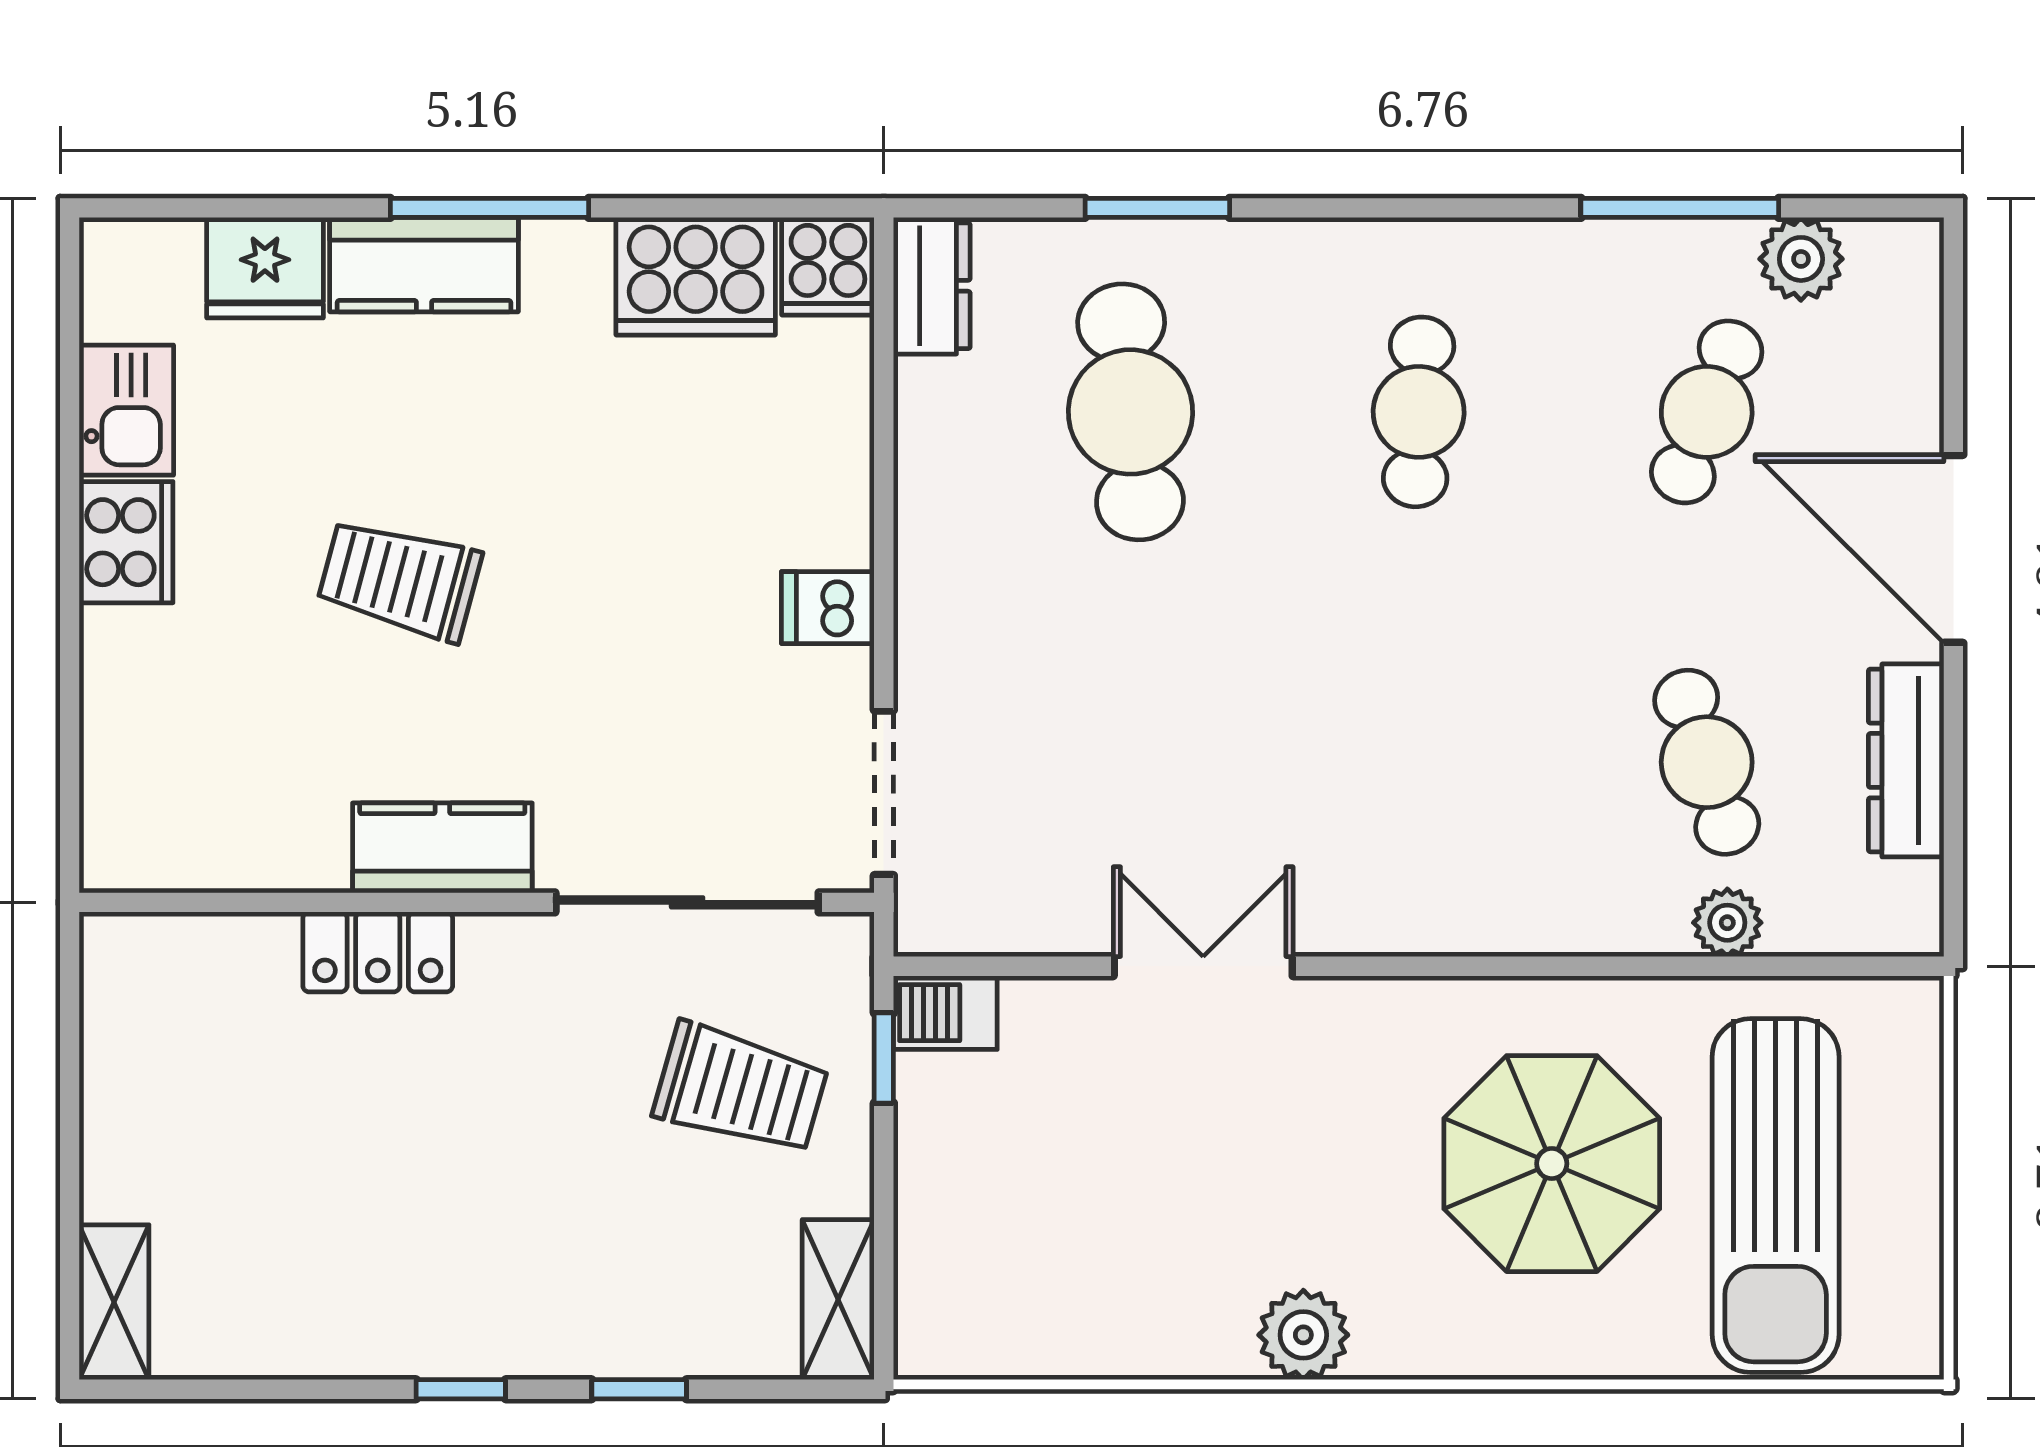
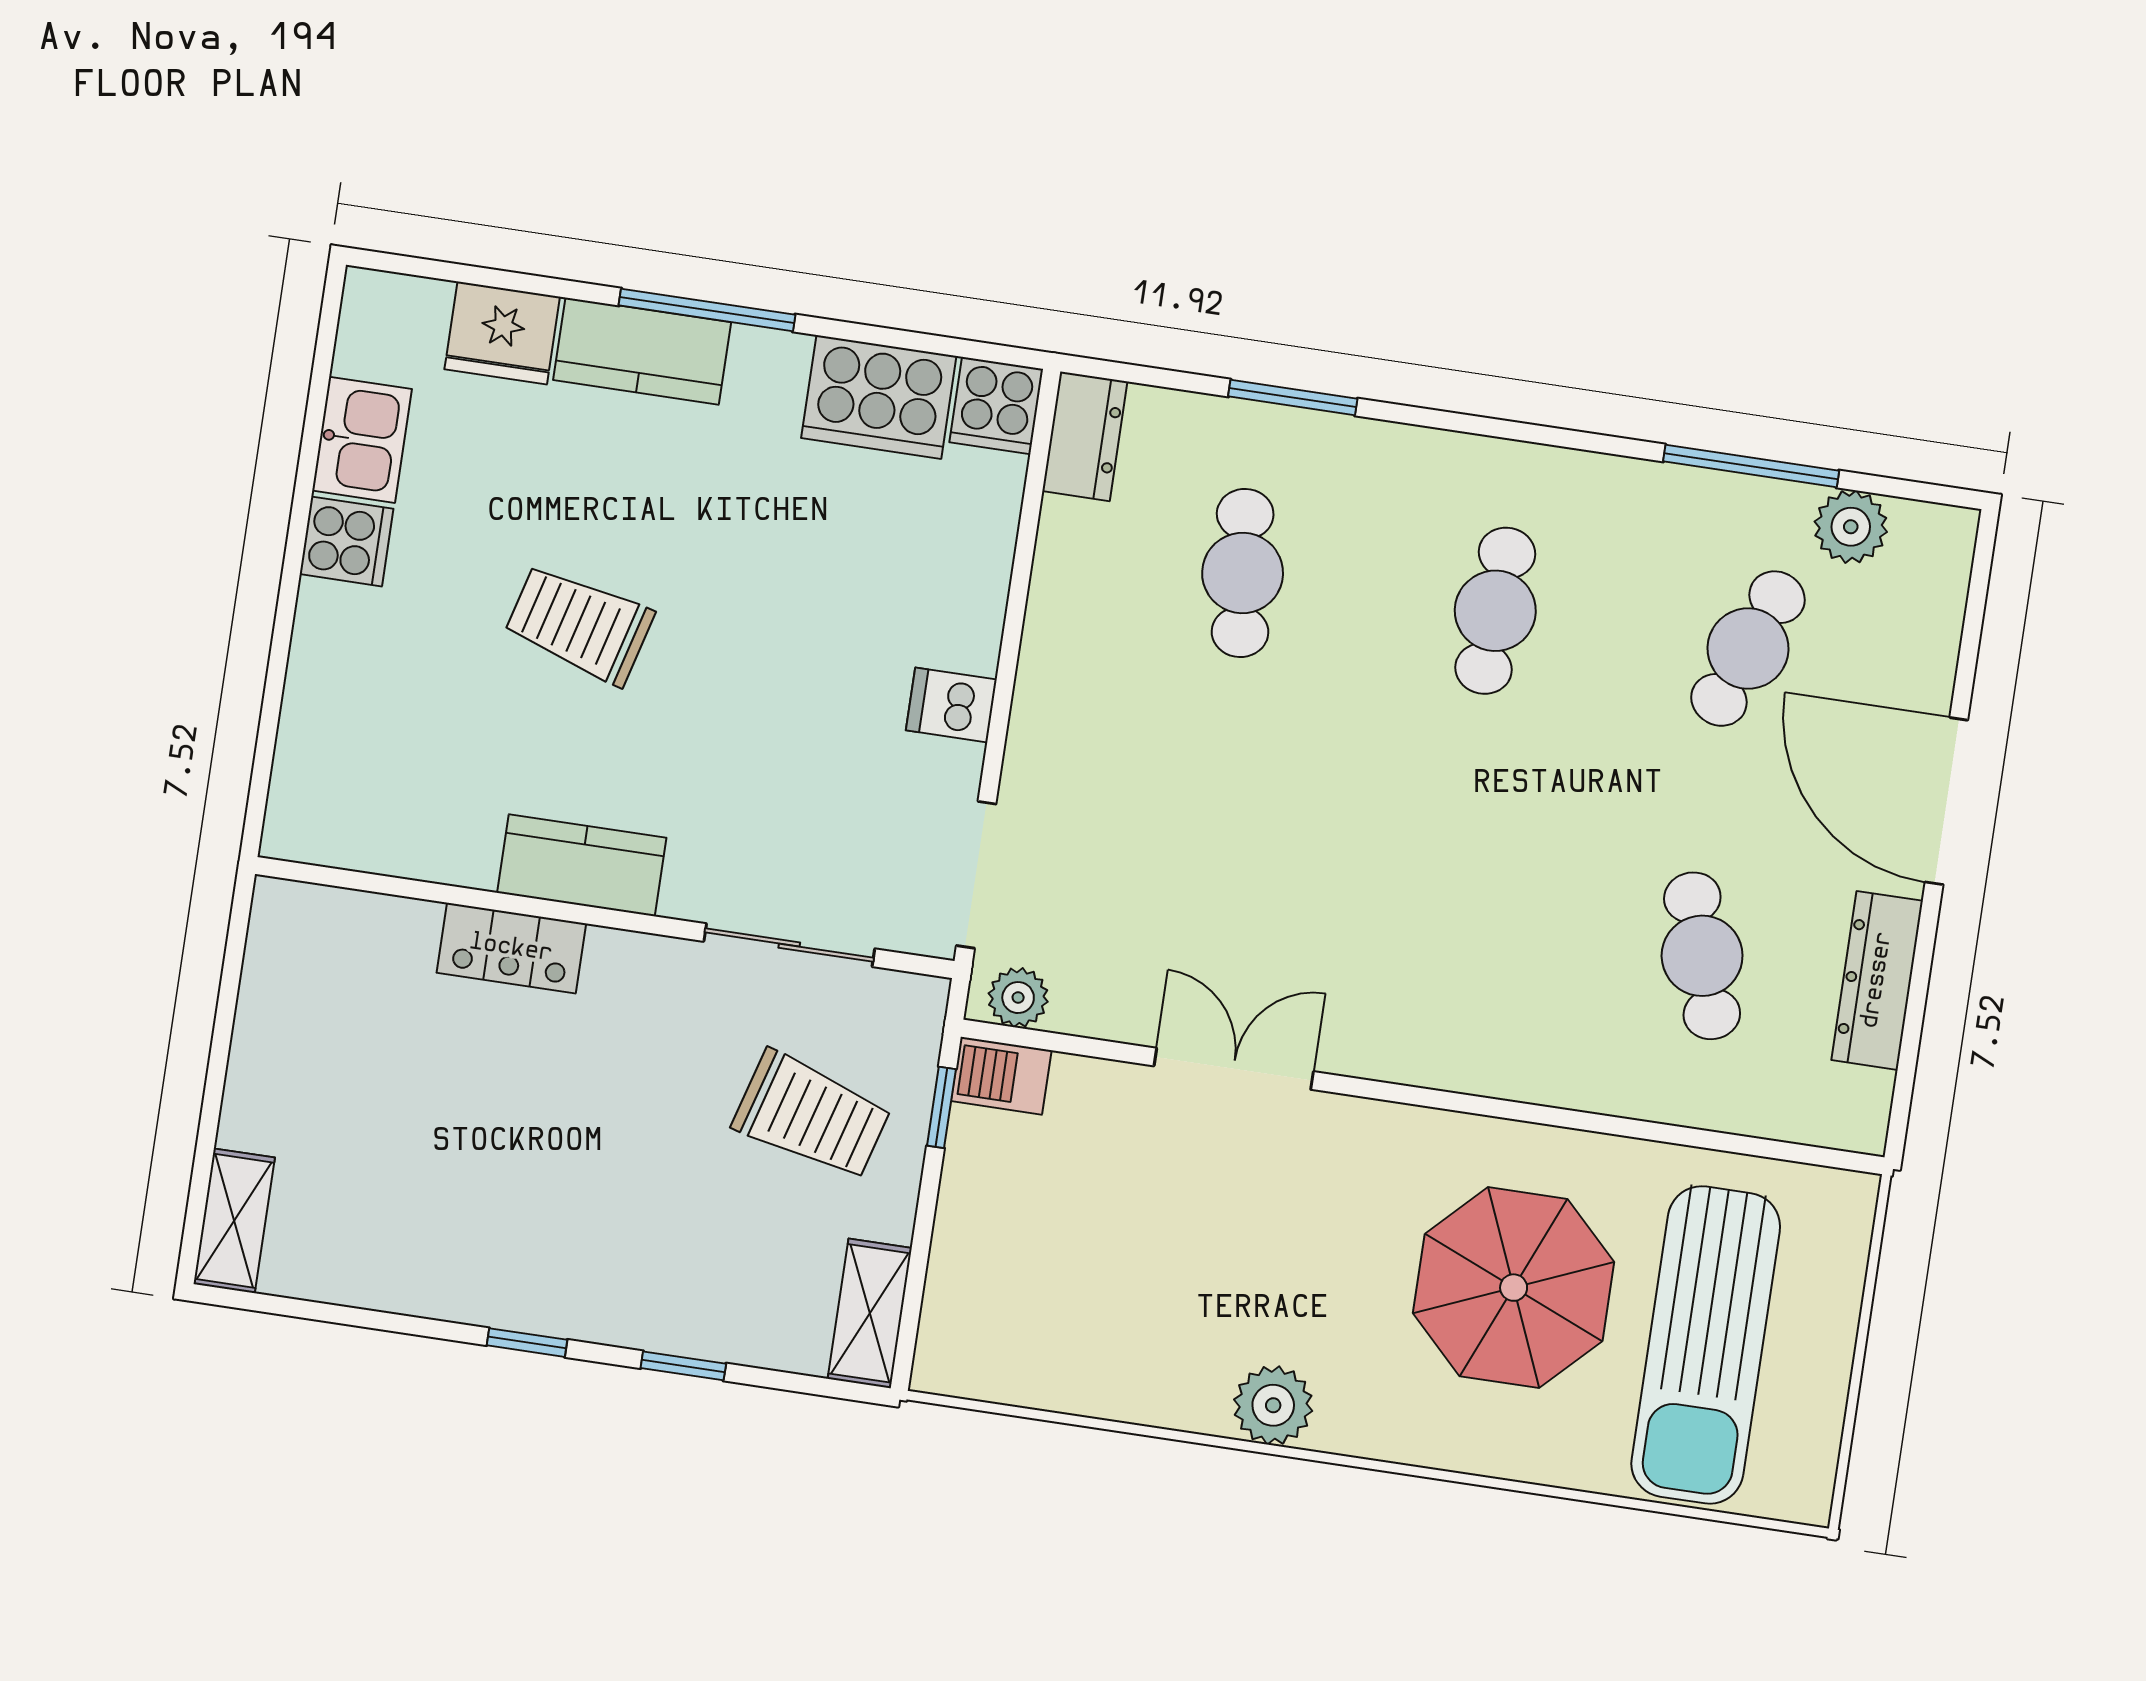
cafe table: (1131, 412) -> (1243, 573), width x0.73, depth x0.74
cooker: (126, 542) -> (347, 541), width x0.73
sliding door: (687, 902) -> (789, 945), width x0.73
plant: (1727, 923) -> (1018, 998), moved

